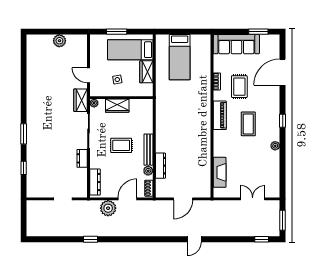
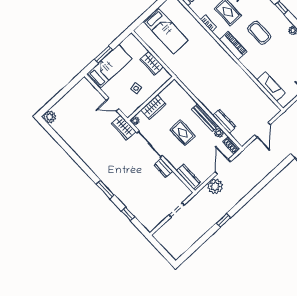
plant: (59, 41) -> (50, 117), moved
bed: (130, 50) -> (109, 67), moved, turned 180
rug: (121, 145) -> (183, 133), turned 90

